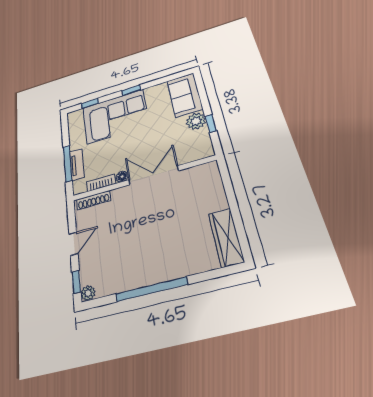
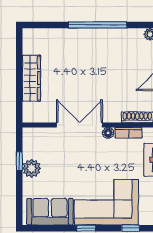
sofa: (185, 95) -> (50, 212), moved, turned -90
double door: (153, 175) -> (80, 125), swing flipped
wardrobe: (226, 237) -> (31, 78), moved

